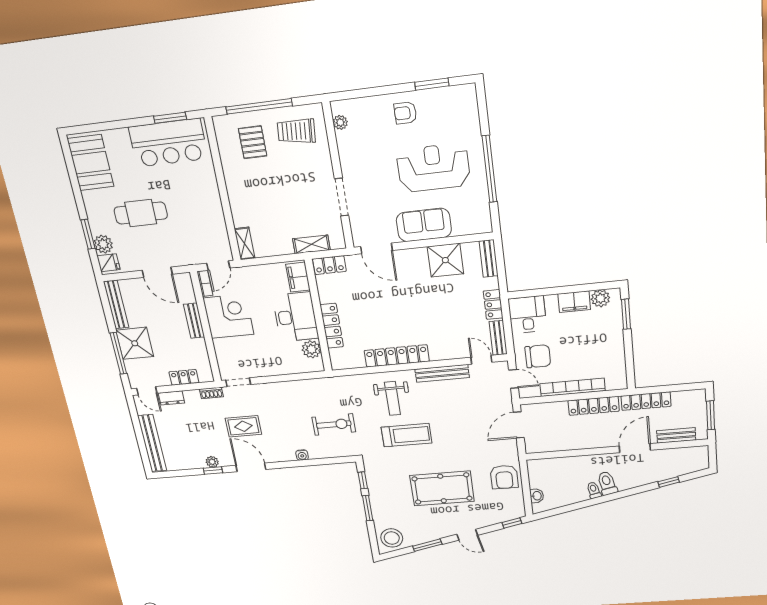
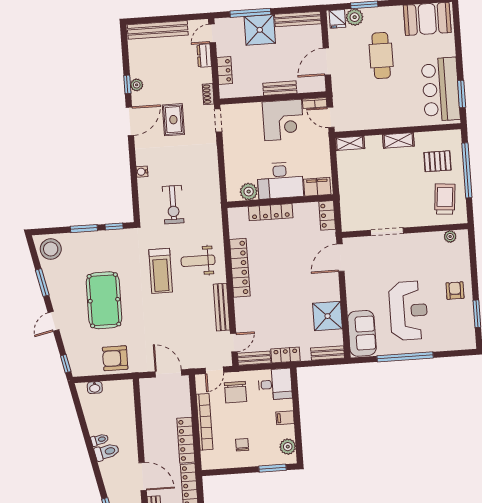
sofa: (424, 225) -> (362, 333), moved
shelving: (311, 244) -> (398, 140), moved, turned 90
filing cabinet: (574, 302) -> (285, 418), width x0.50
chair: (599, 348) -> (242, 445), added

